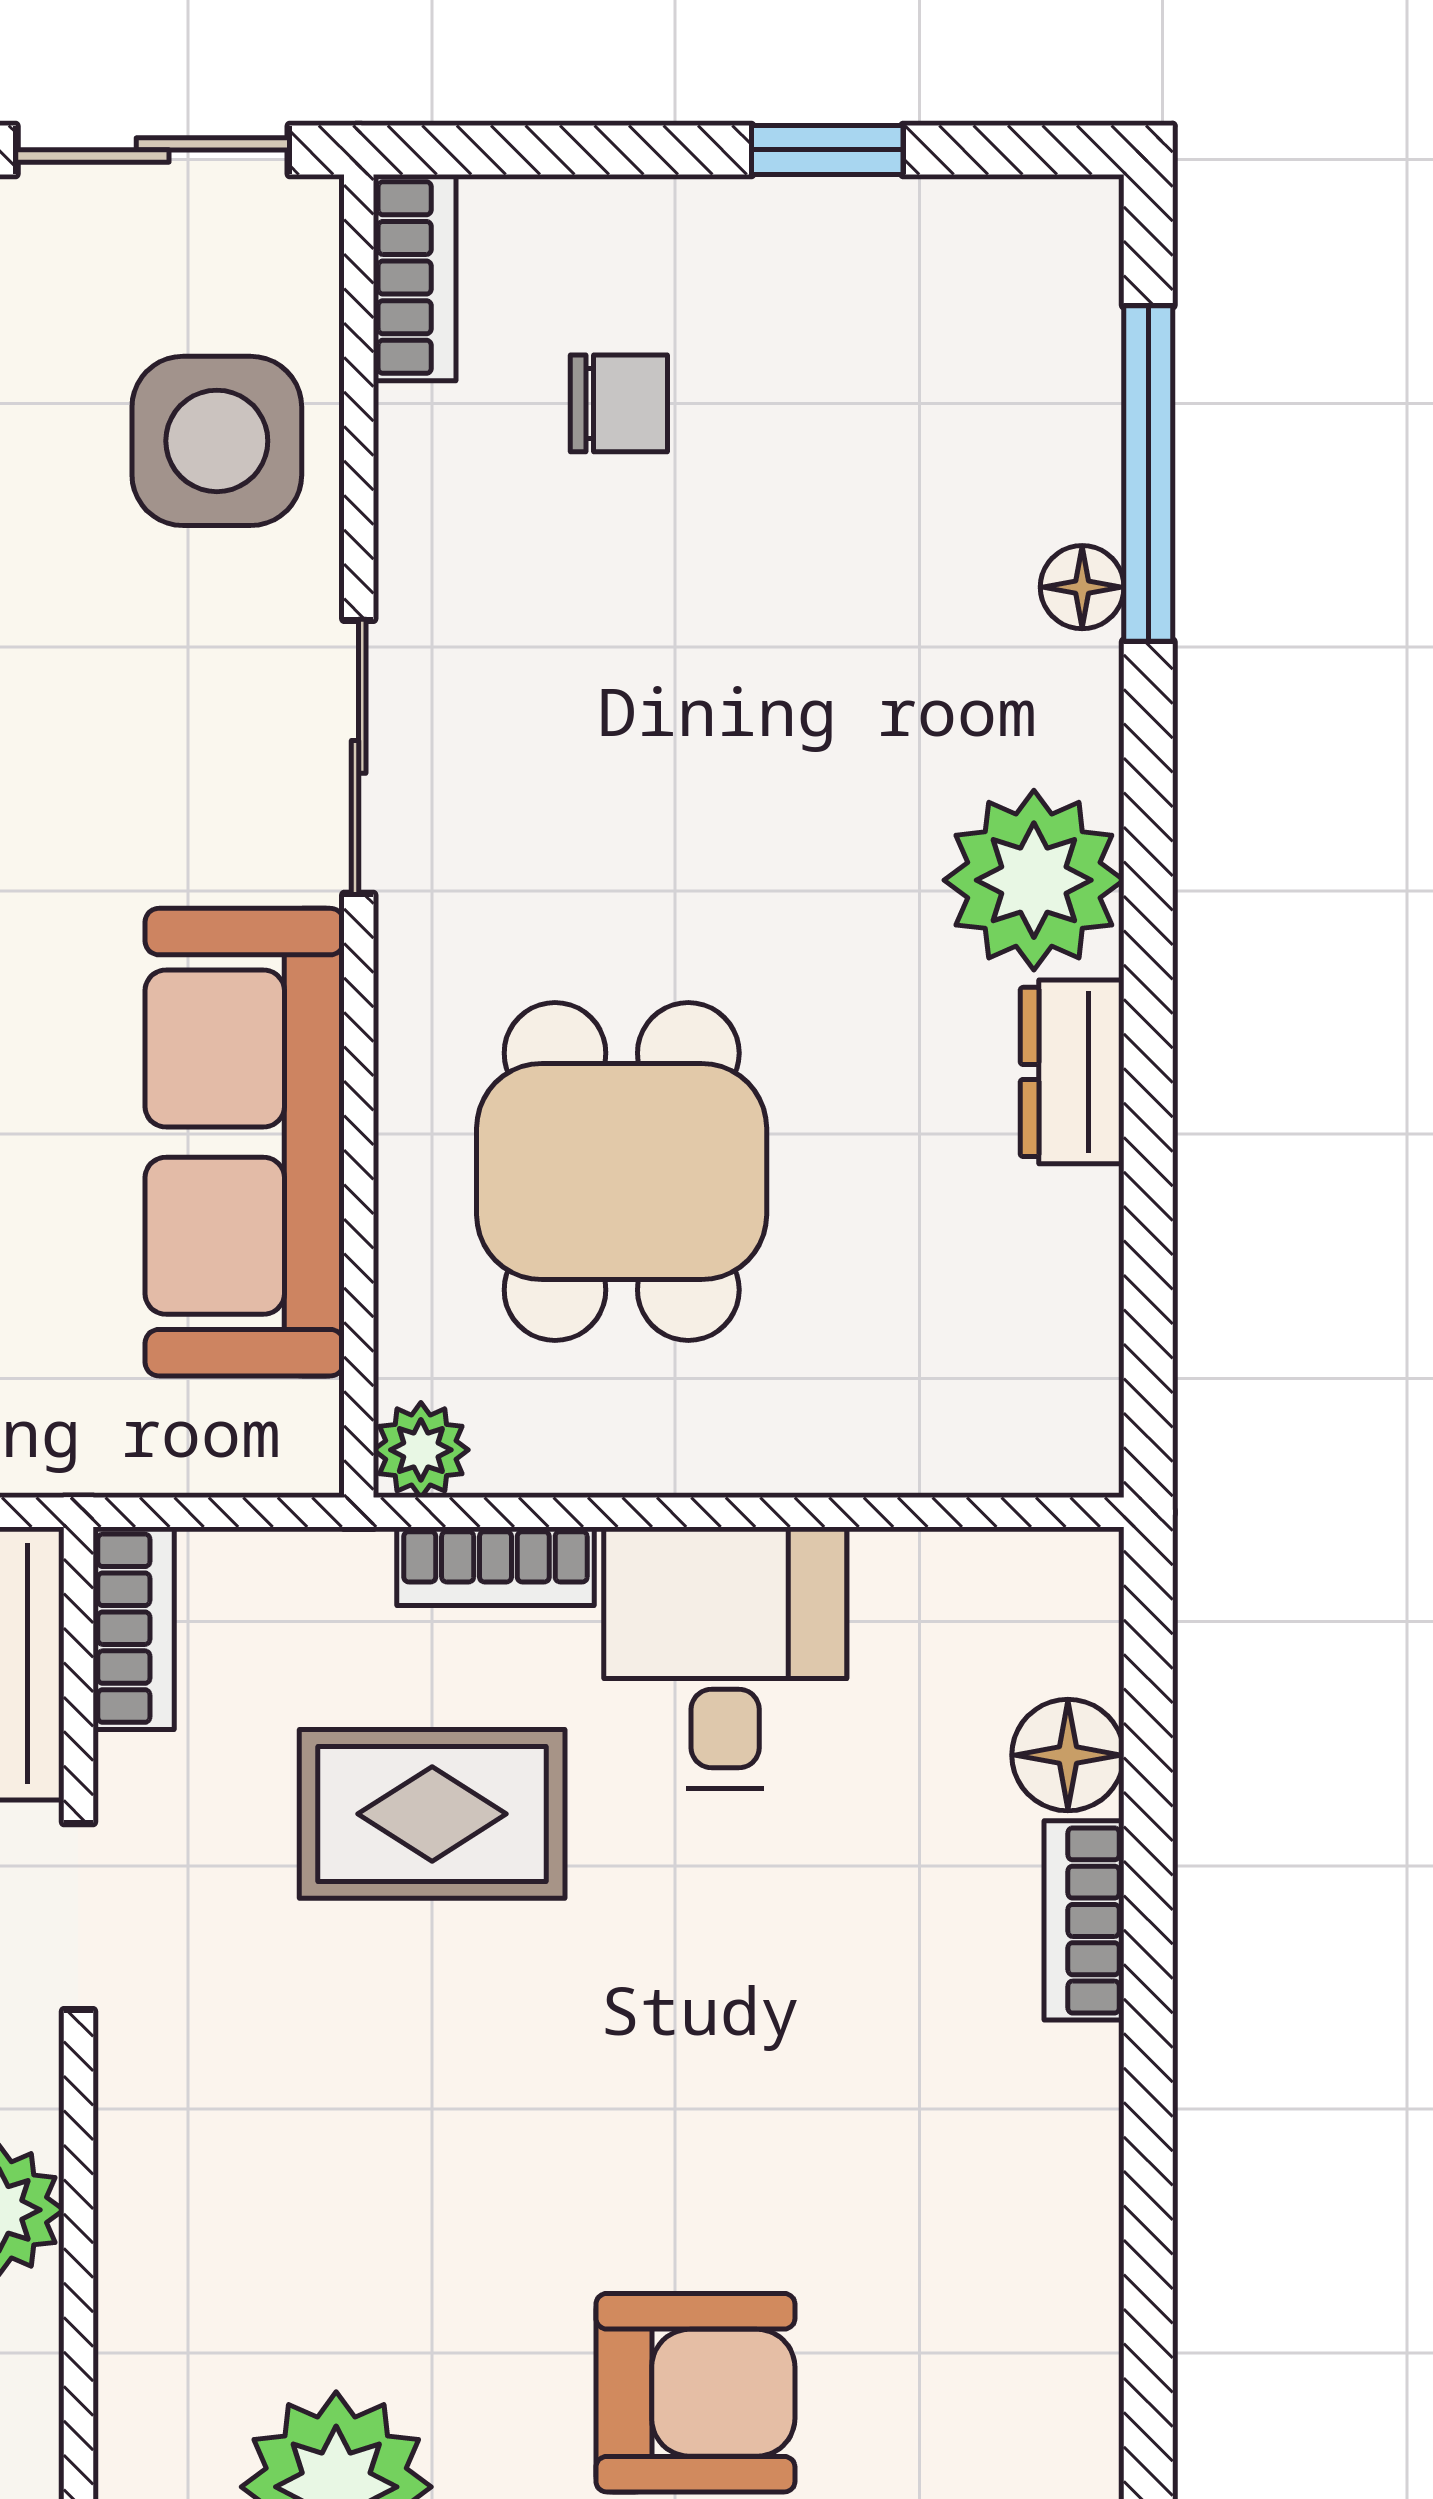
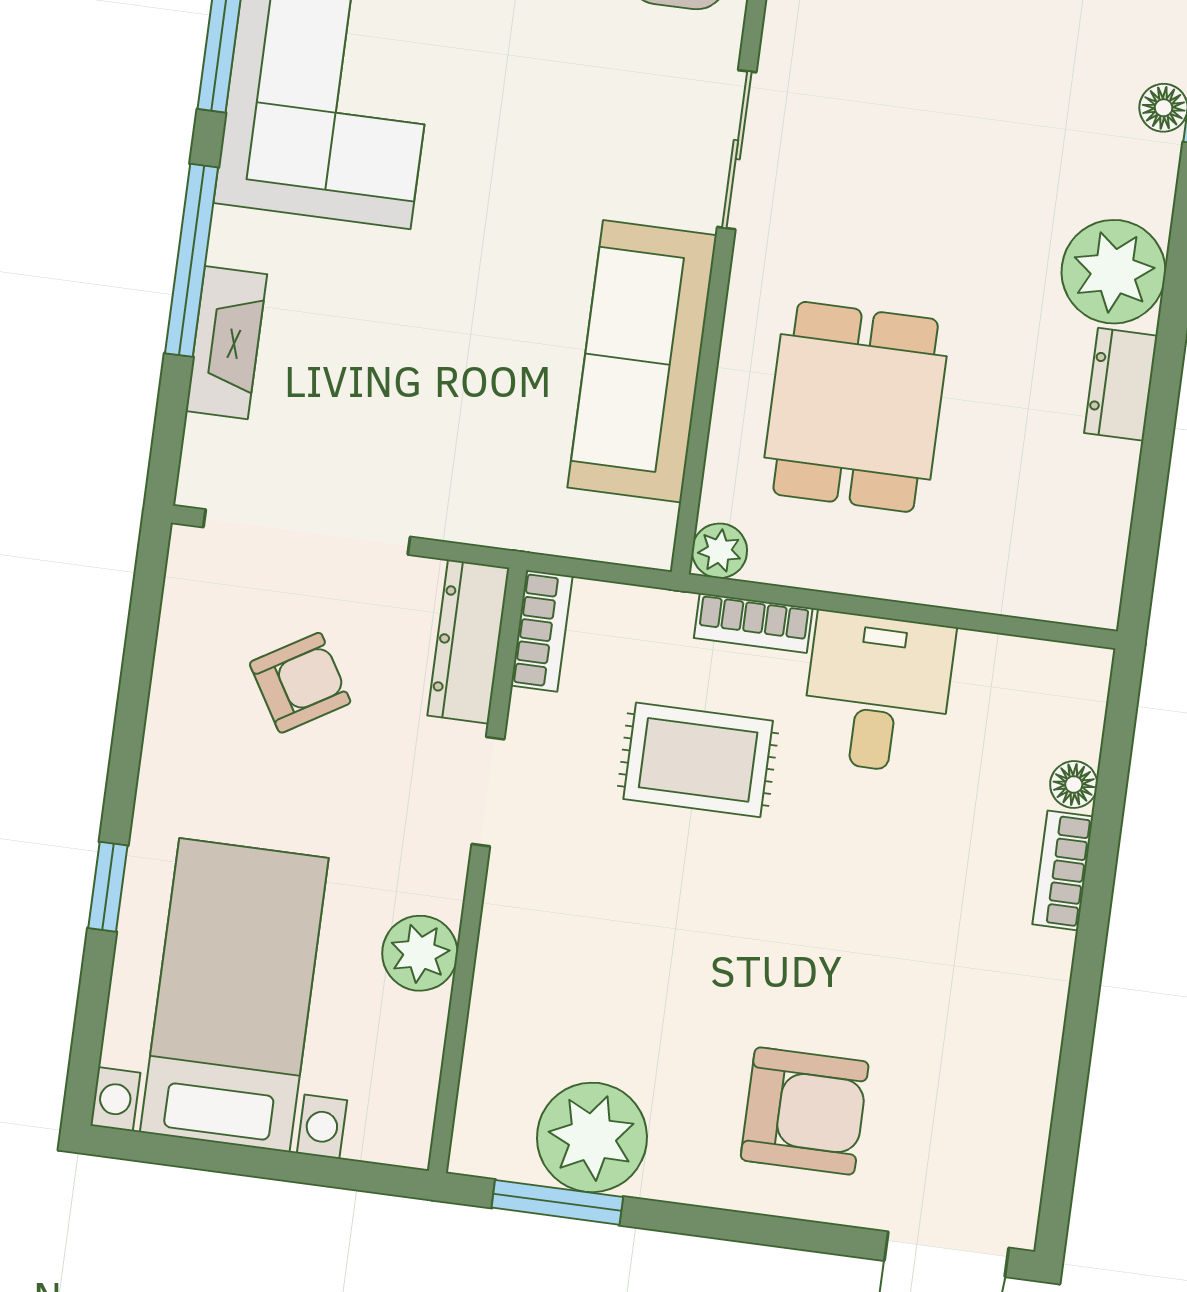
floor lamp: (1068, 1755) -> (1074, 784), width x0.73, depth x0.73

